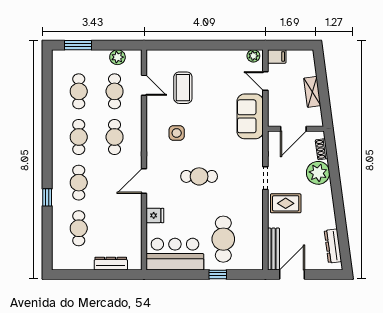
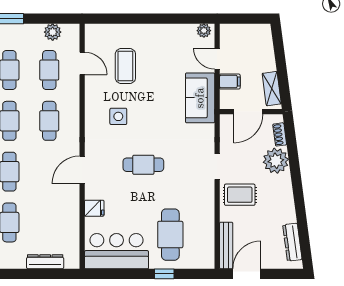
filing cabinet: (277, 56) -> (230, 82), moved
shelving: (312, 92) -> (272, 89), moved

